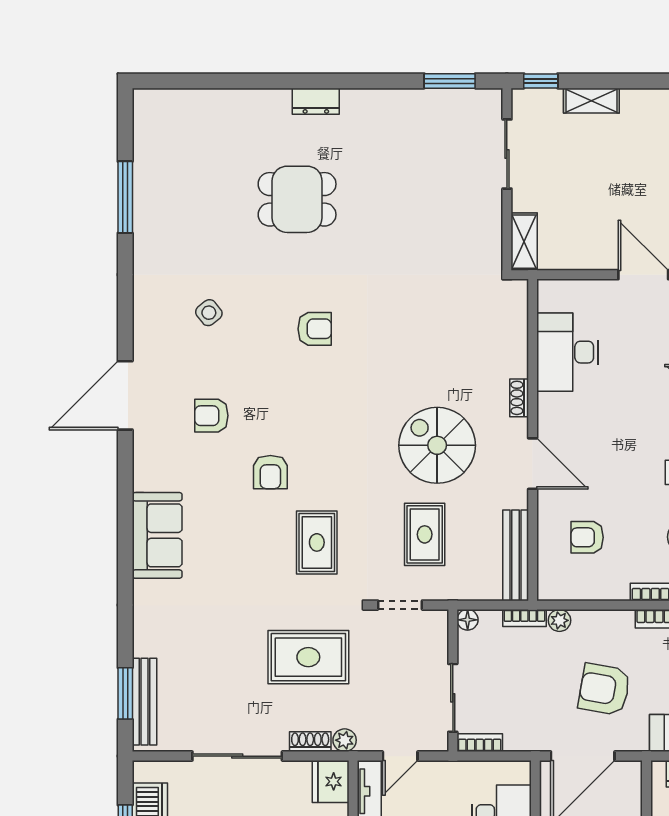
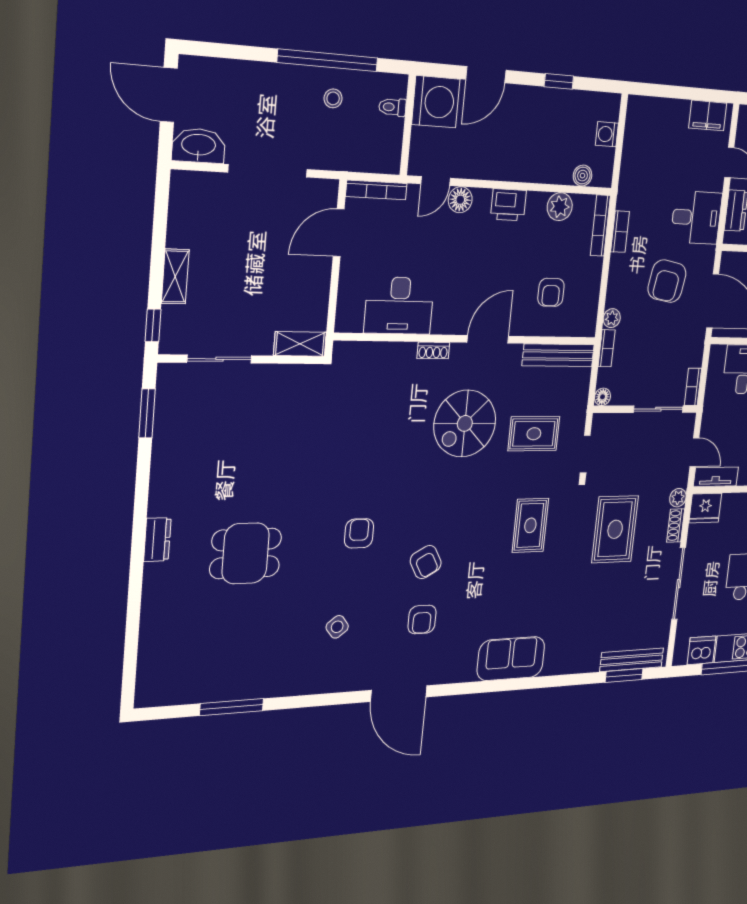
dining table: (297, 199) -> (246, 553), turned 90
armchair: (270, 472) -> (426, 562), moved, turned 61
rug: (317, 542) -> (530, 525), turned 90

